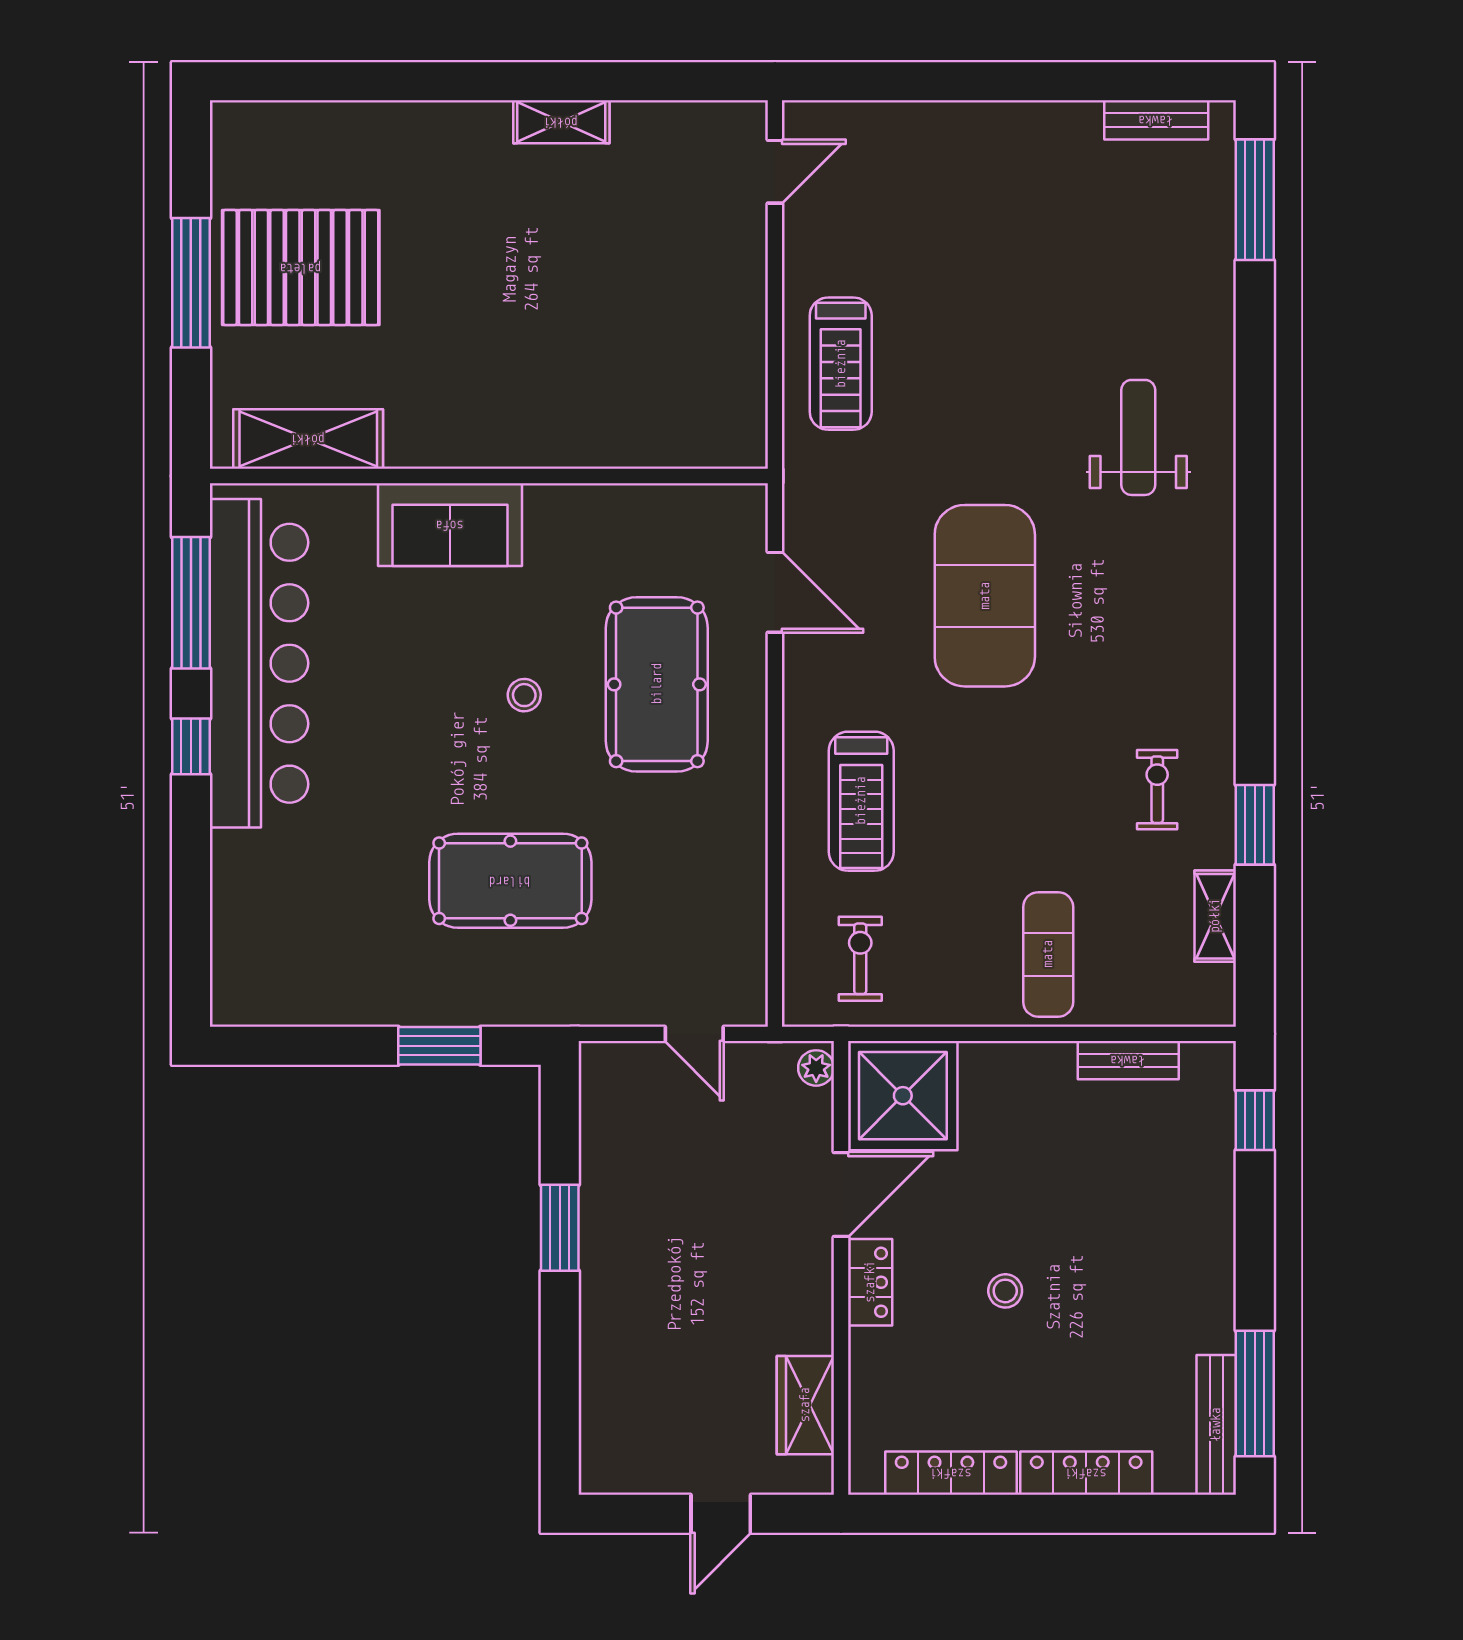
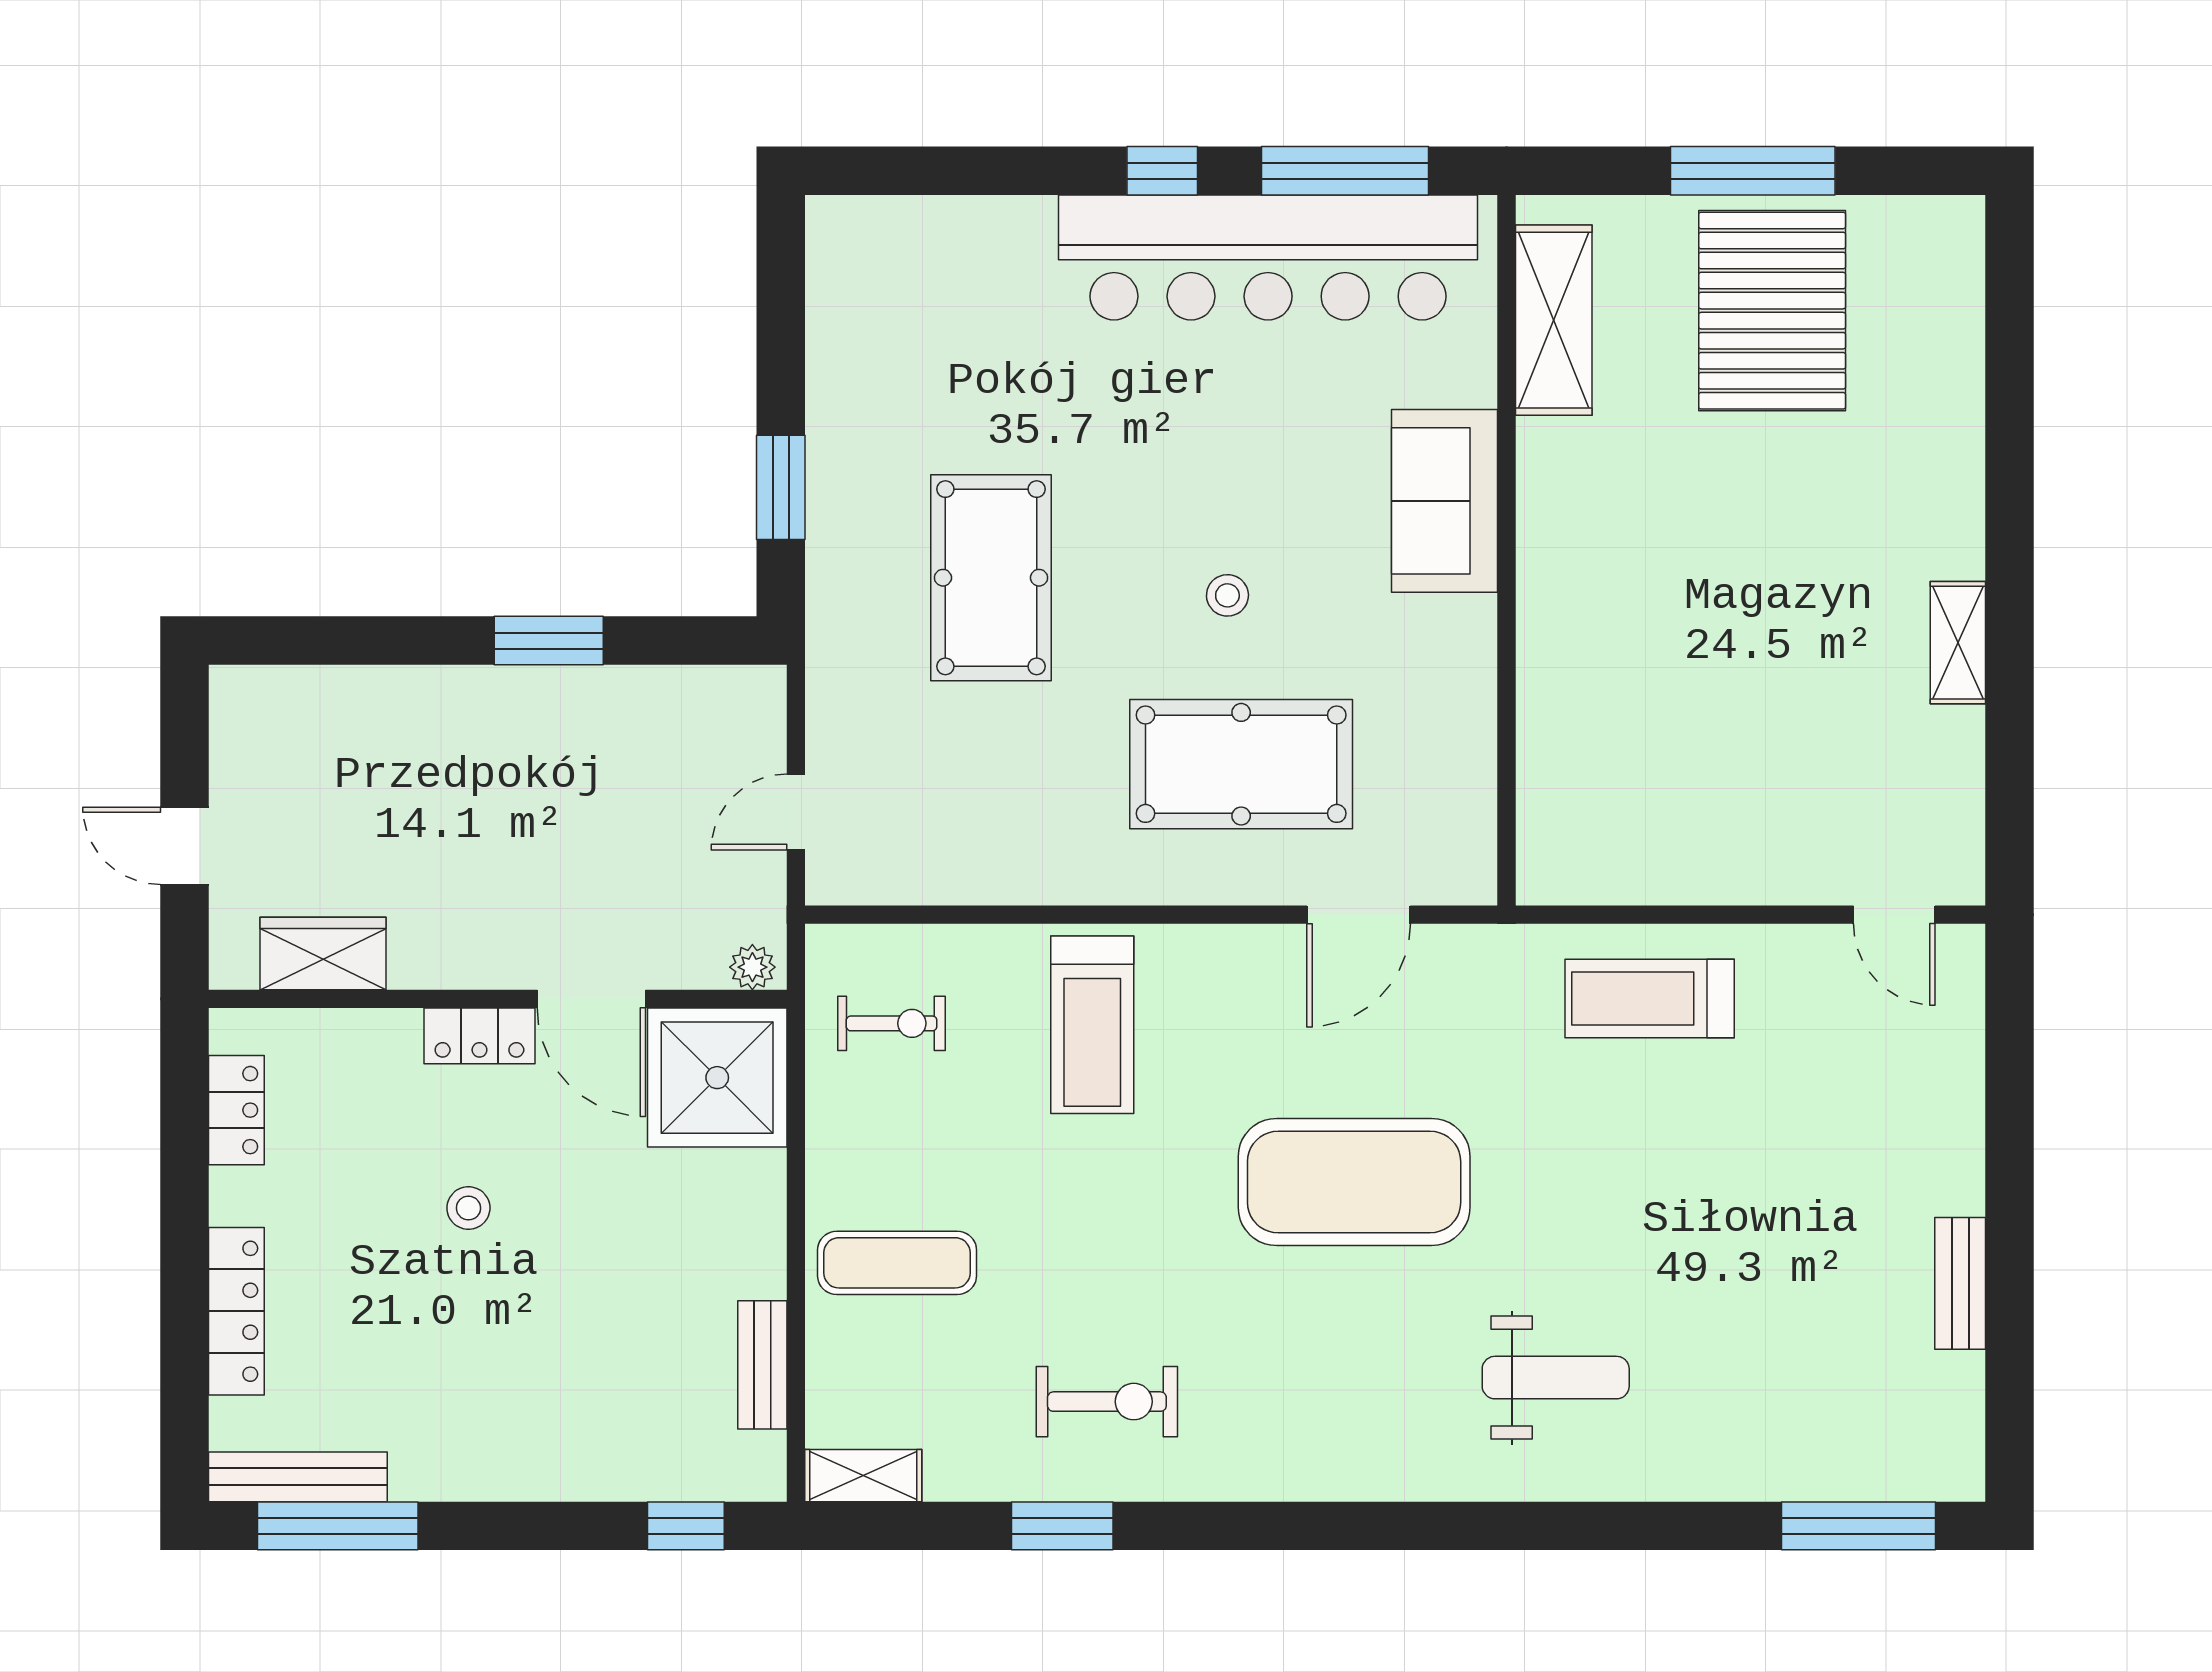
bench: (1156, 120) -> (1960, 1283), moved
exercise bike: (1157, 790) -> (1107, 1402), width x1.38, depth x1.39
treadmill: (861, 801) -> (1092, 1025), turned -90
shelving: (1215, 916) -> (863, 1476), moved
locker: (951, 1473) -> (236, 1110), width x0.66

